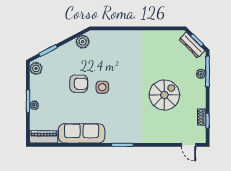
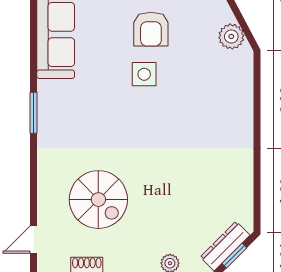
spiral stairs: (164, 95) -> (98, 200), moved

